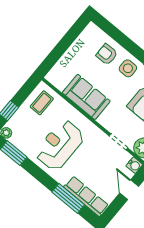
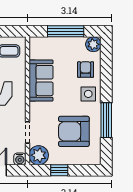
plant: (92, 32) -> (93, 44), added
window: (63, 45) -> (66, 31), added

